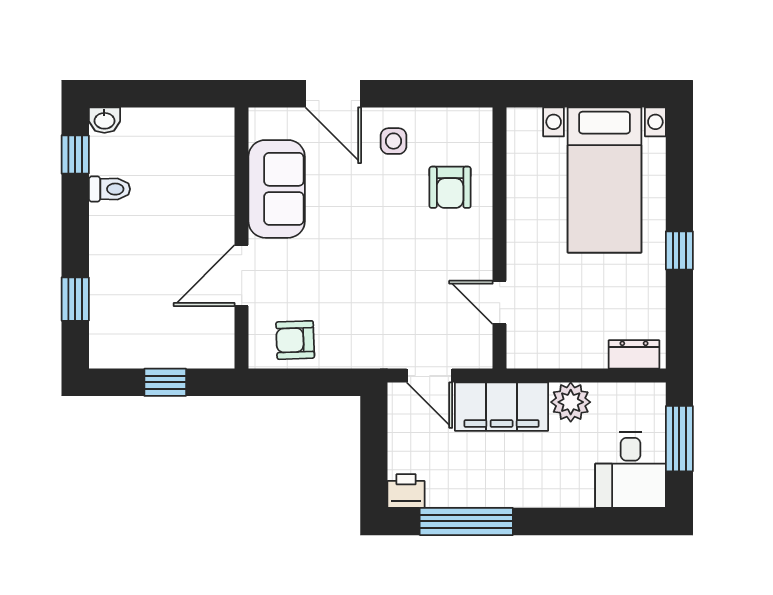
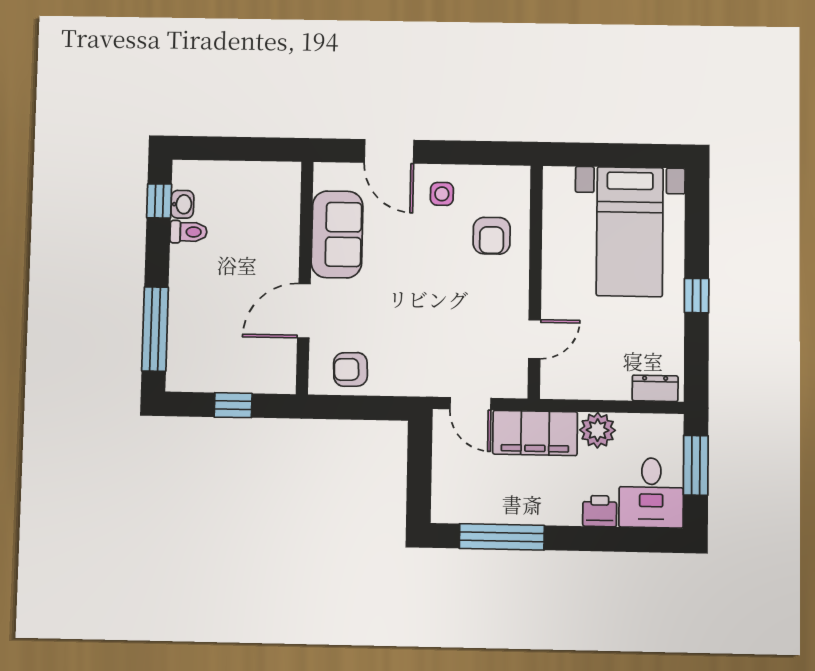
washbasin: (104, 120) -> (182, 204), moved, turned -90
window: (75, 299) -> (155, 329), width x2.17
door: (500, 302) -> (534, 339), swing flipped
printer: (406, 491) -> (600, 511), moved

